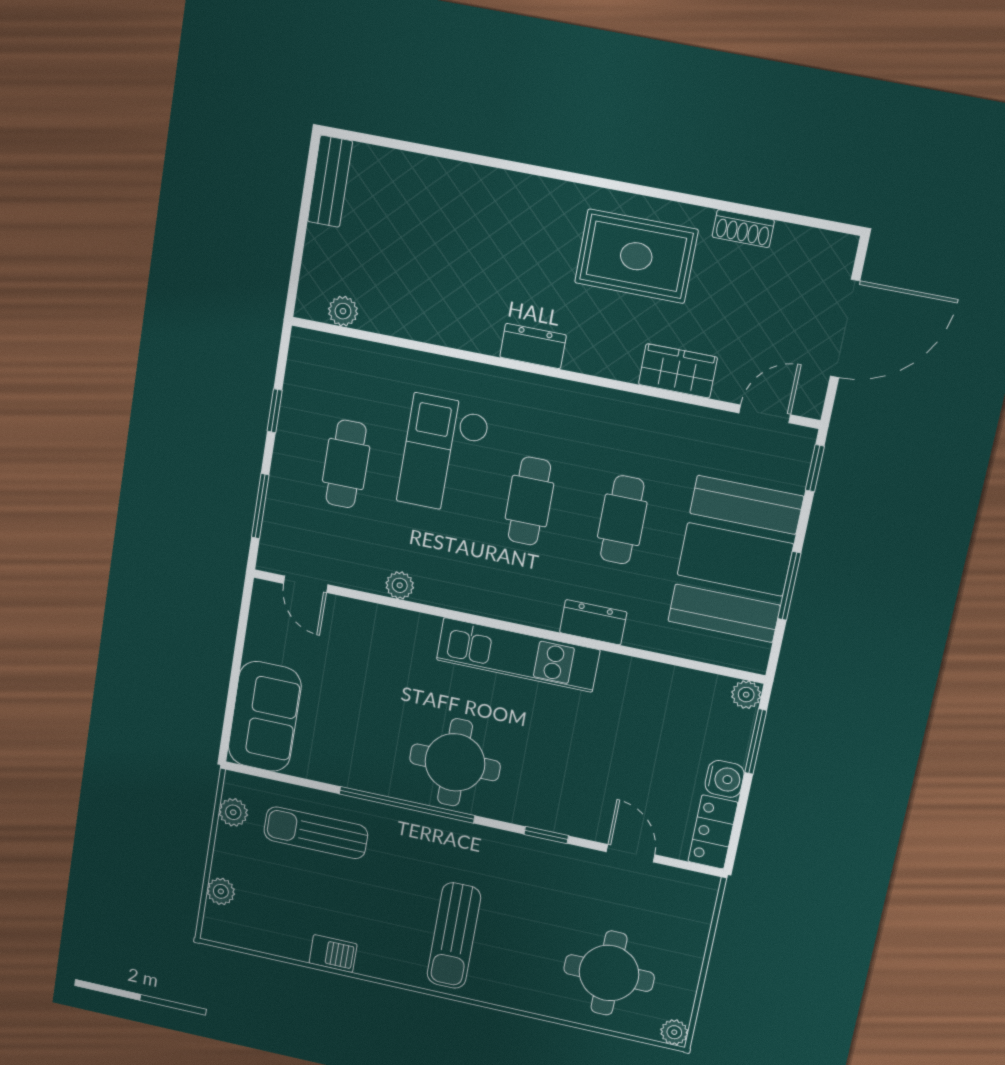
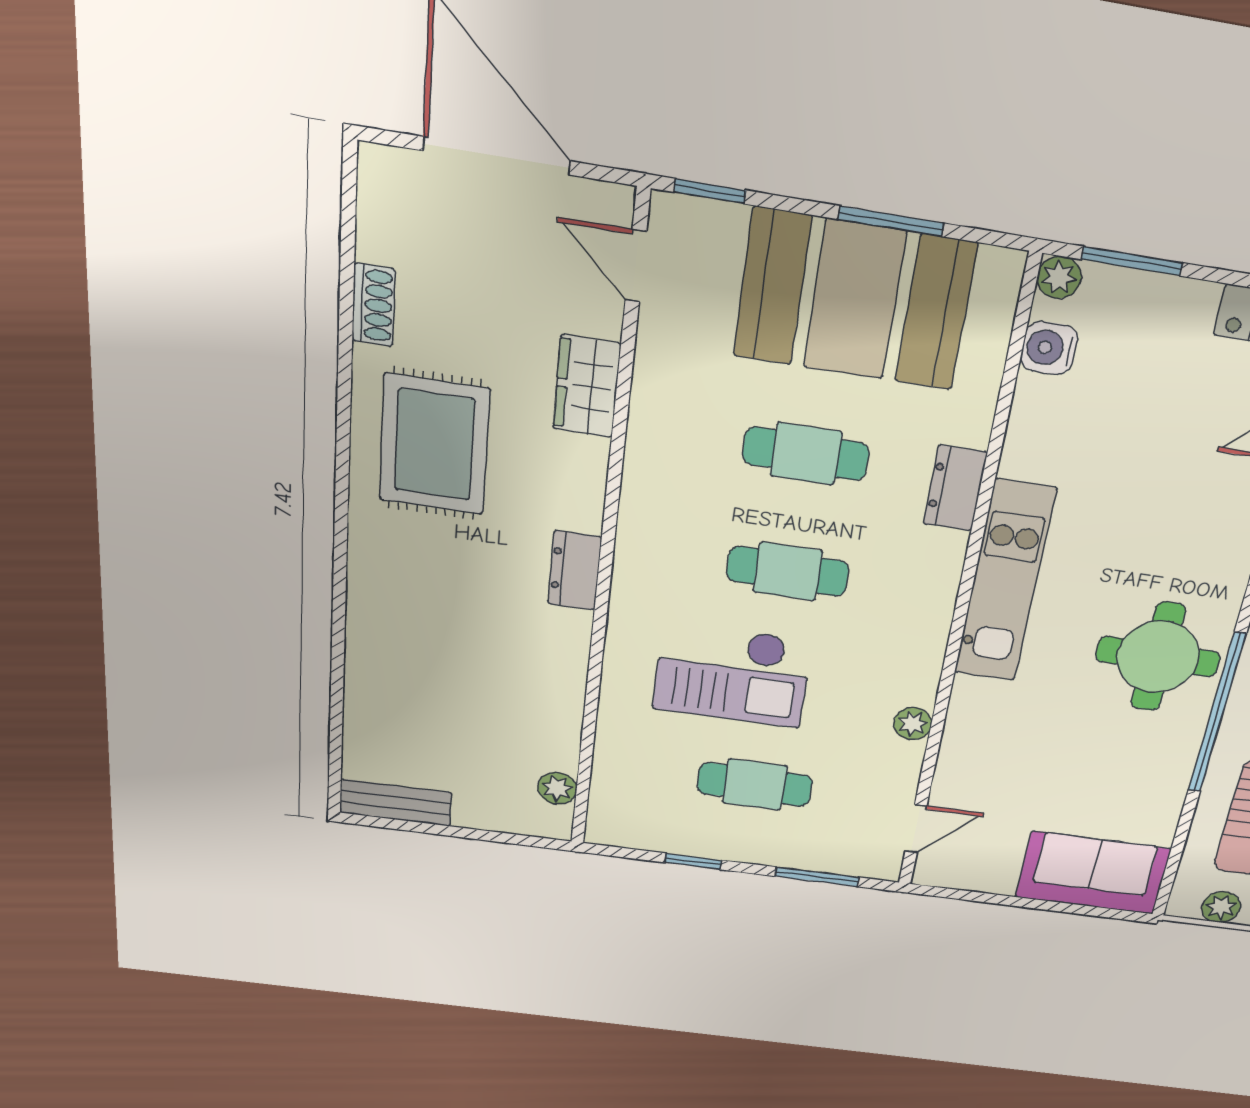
water cooler: (725, 779) -> (1049, 348), moved, turned -90

